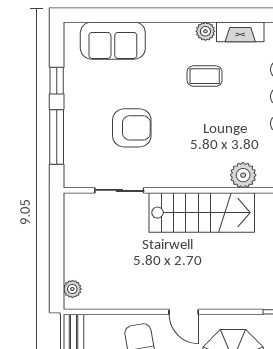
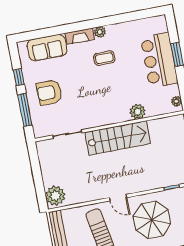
fireplace: (240, 32) -> (80, 36), moved
armchair: (132, 128) -> (49, 92), moved, turned 180
plant: (72, 289) -> (55, 196), width x1.88, depth x1.88

